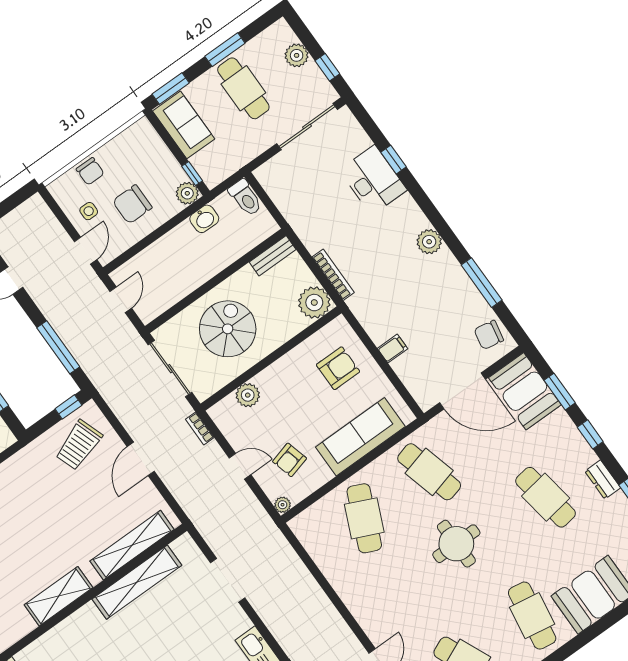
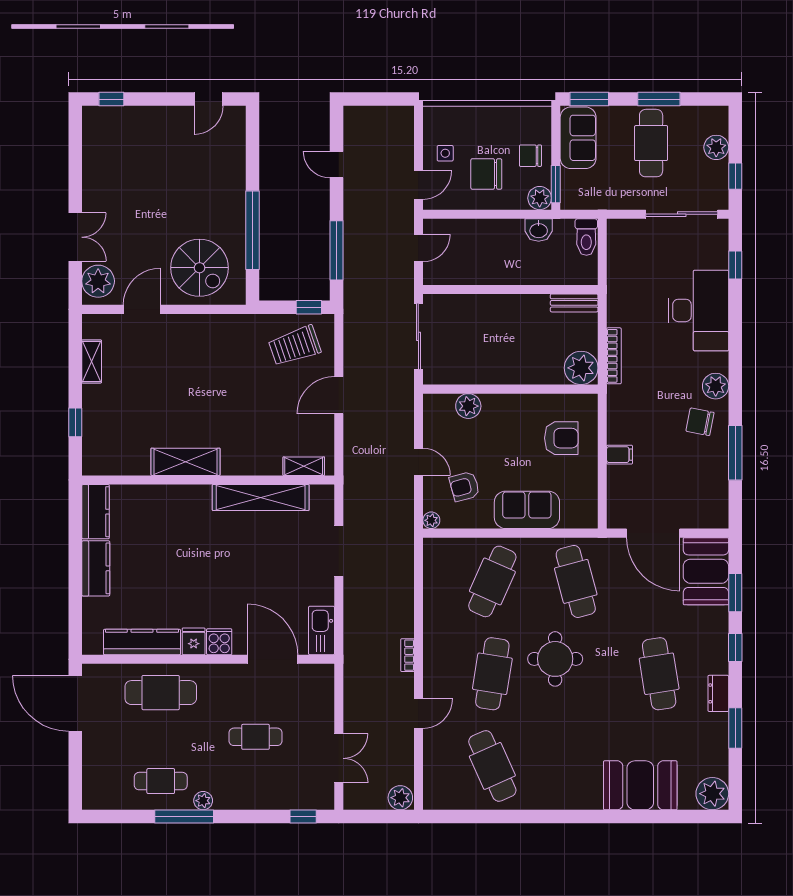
window: (393, 160) -> (735, 265), moved
chair: (90, 171) -> (530, 156), moved, turned 90
window: (192, 174) -> (556, 184), width x1.50
desk: (373, 180) -> (698, 310), width x1.36, depth x1.30
spiral stairs: (228, 329) -> (492, 338), removed
chair: (489, 335) -> (700, 422), moved
bookcase: (200, 428) -> (407, 655), moved
sofa: (360, 437) -> (527, 510), width x0.73
shelving: (132, 545) -> (304, 466), width x0.45, depth x0.75
cafe table: (532, 616) -> (492, 674), moved

